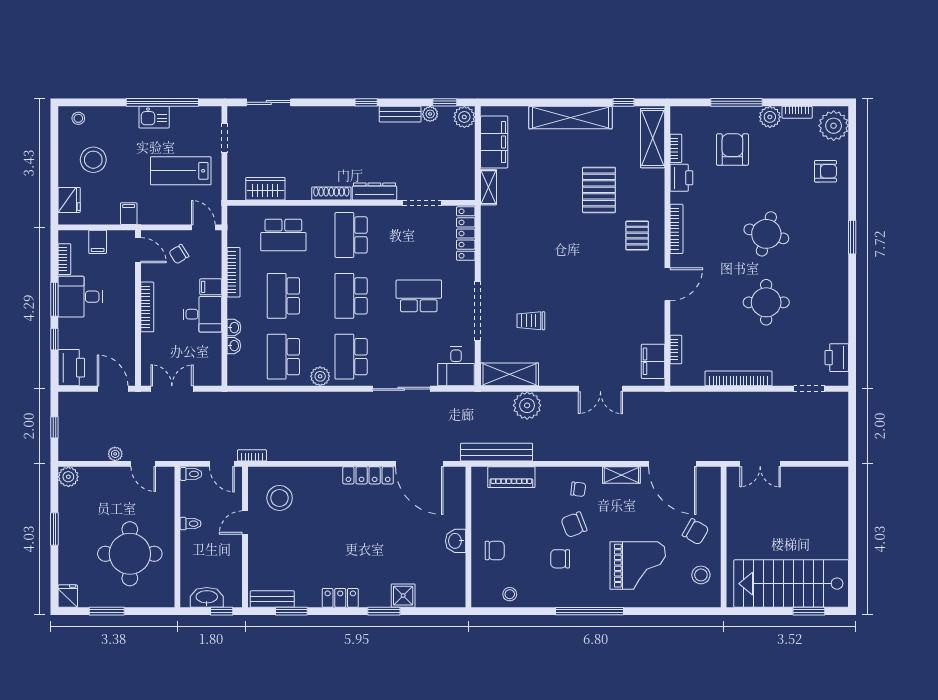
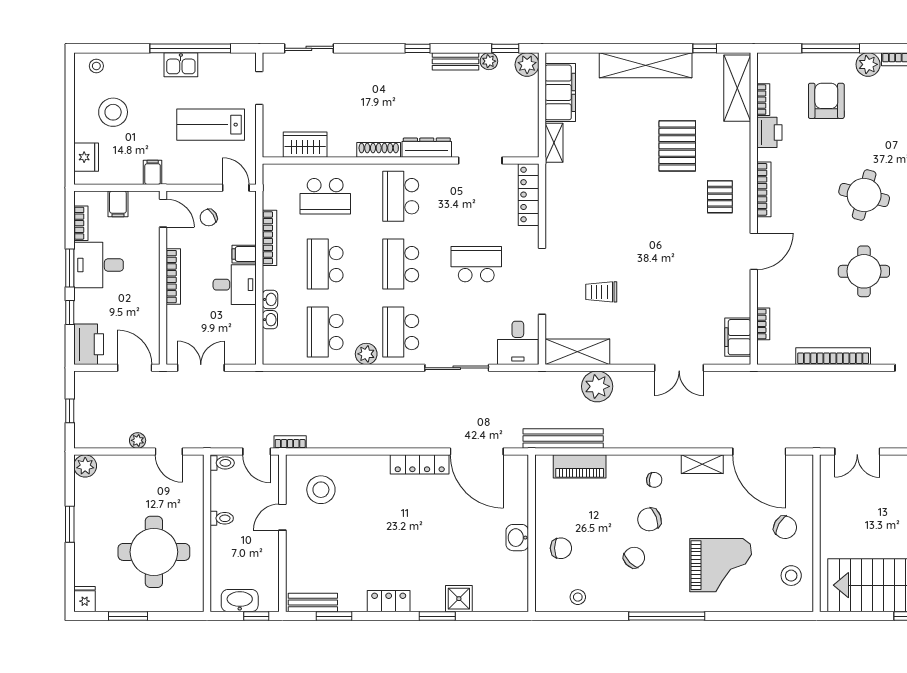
chair: (560, 559) -> (634, 558), turned 136

